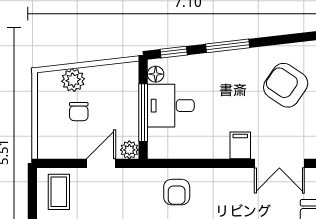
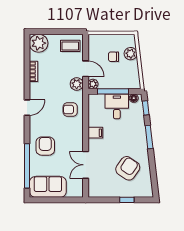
filing cabinet: (240, 145) -> (95, 133), moved
plant: (129, 180) -> (77, 84), added

